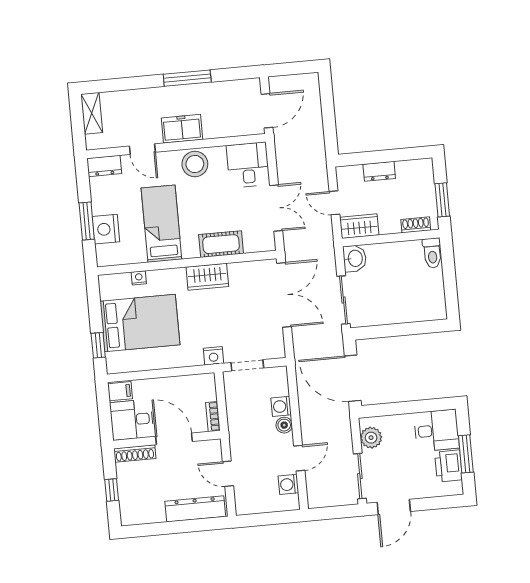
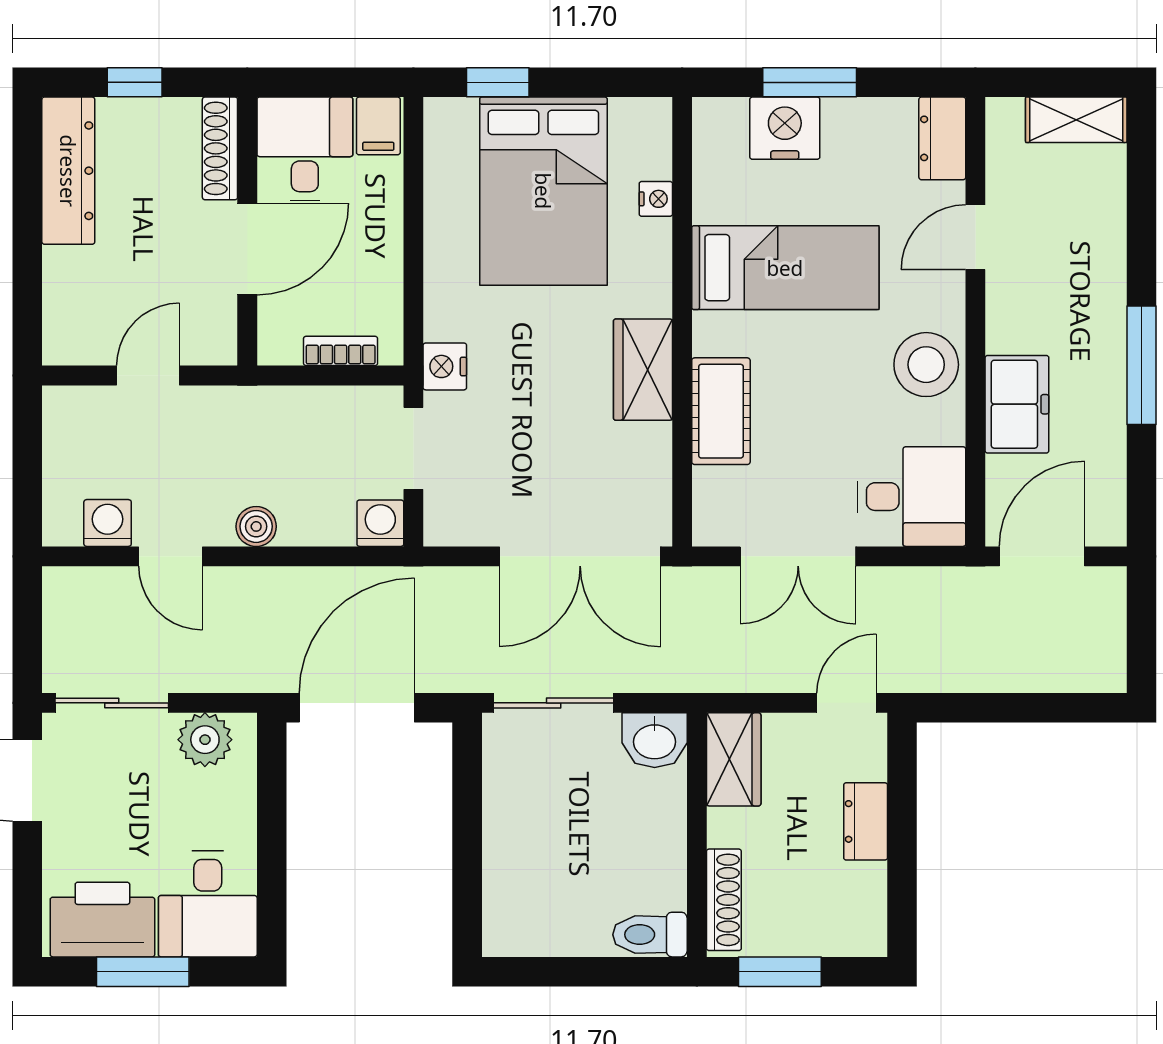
door: (267, 111) -> (1042, 556), swing flipped
freezer: (182, 129) -> (1017, 404), moved
door: (334, 203) -> (847, 703), moved
shoe rack: (416, 225) -> (724, 900), width x1.43
washing machine: (281, 406) -> (380, 523), moved
bookcase: (213, 417) -> (341, 351), moved
printer: (448, 466) -> (102, 920), width x1.37, depth x1.19
dresser: (195, 509) -> (68, 171), moved

